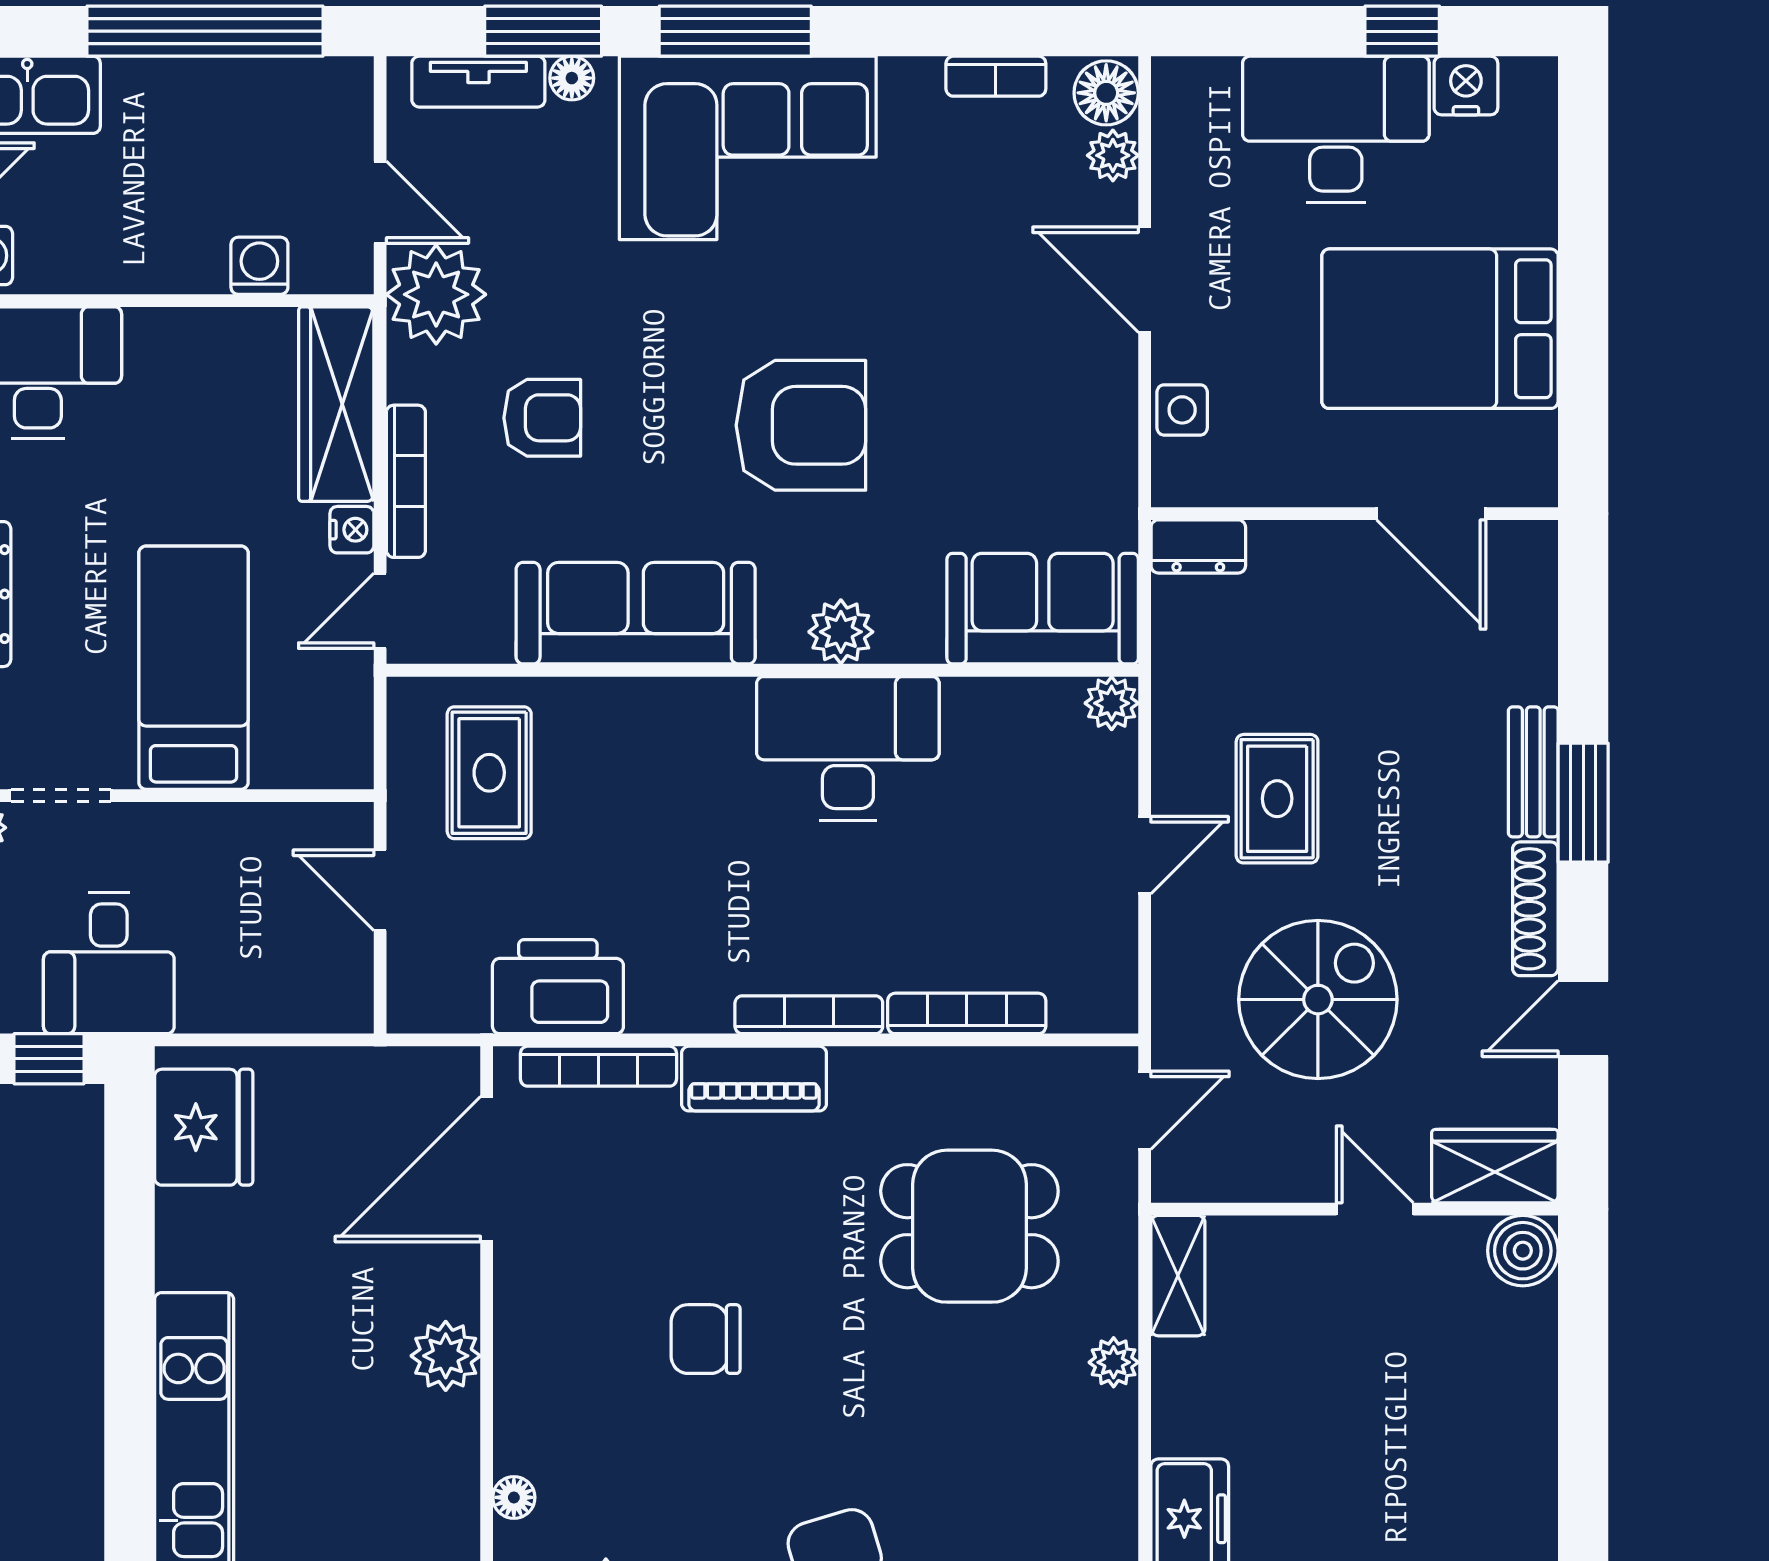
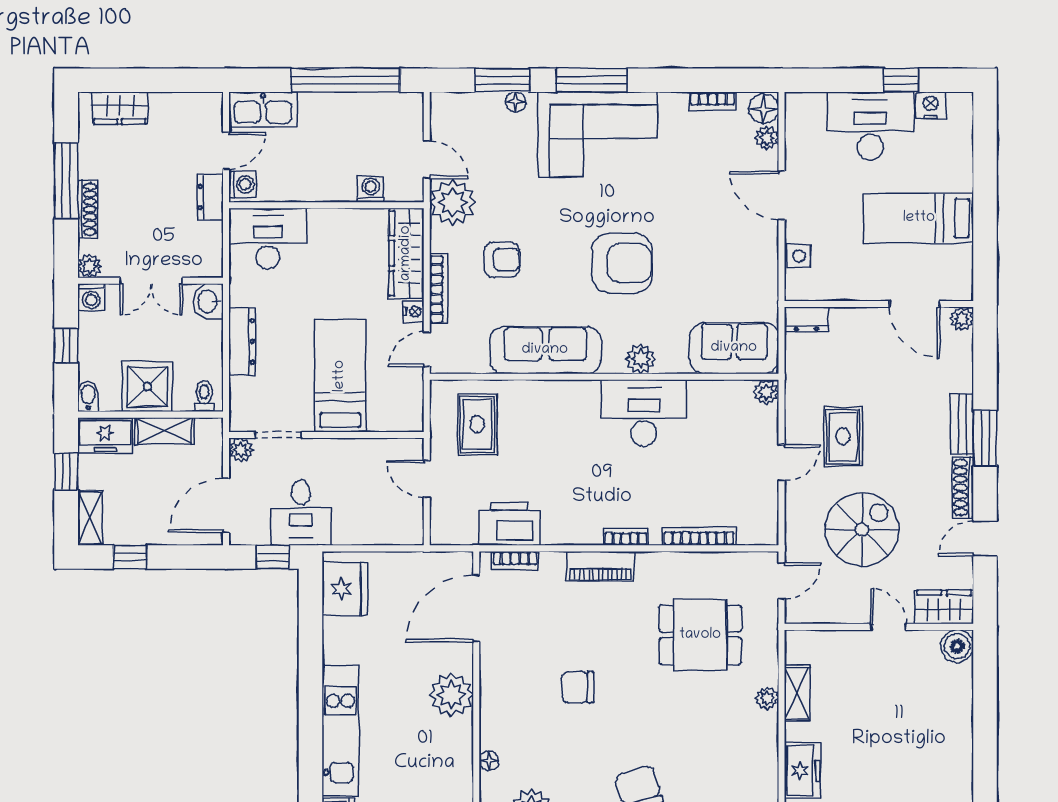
tv unit: (478, 82) -> (472, 104), removed
bed: (1440, 329) -> (919, 218), width x0.67
plant: (1533, 545) -> (962, 319), added
bookcase: (809, 1015) -> (626, 537), width x0.64
bookcase: (599, 1066) -> (515, 561), width x0.64
shelving: (1178, 1276) -> (797, 693), moved
plant: (446, 1356) -> (451, 695), width x1.36, depth x1.36

